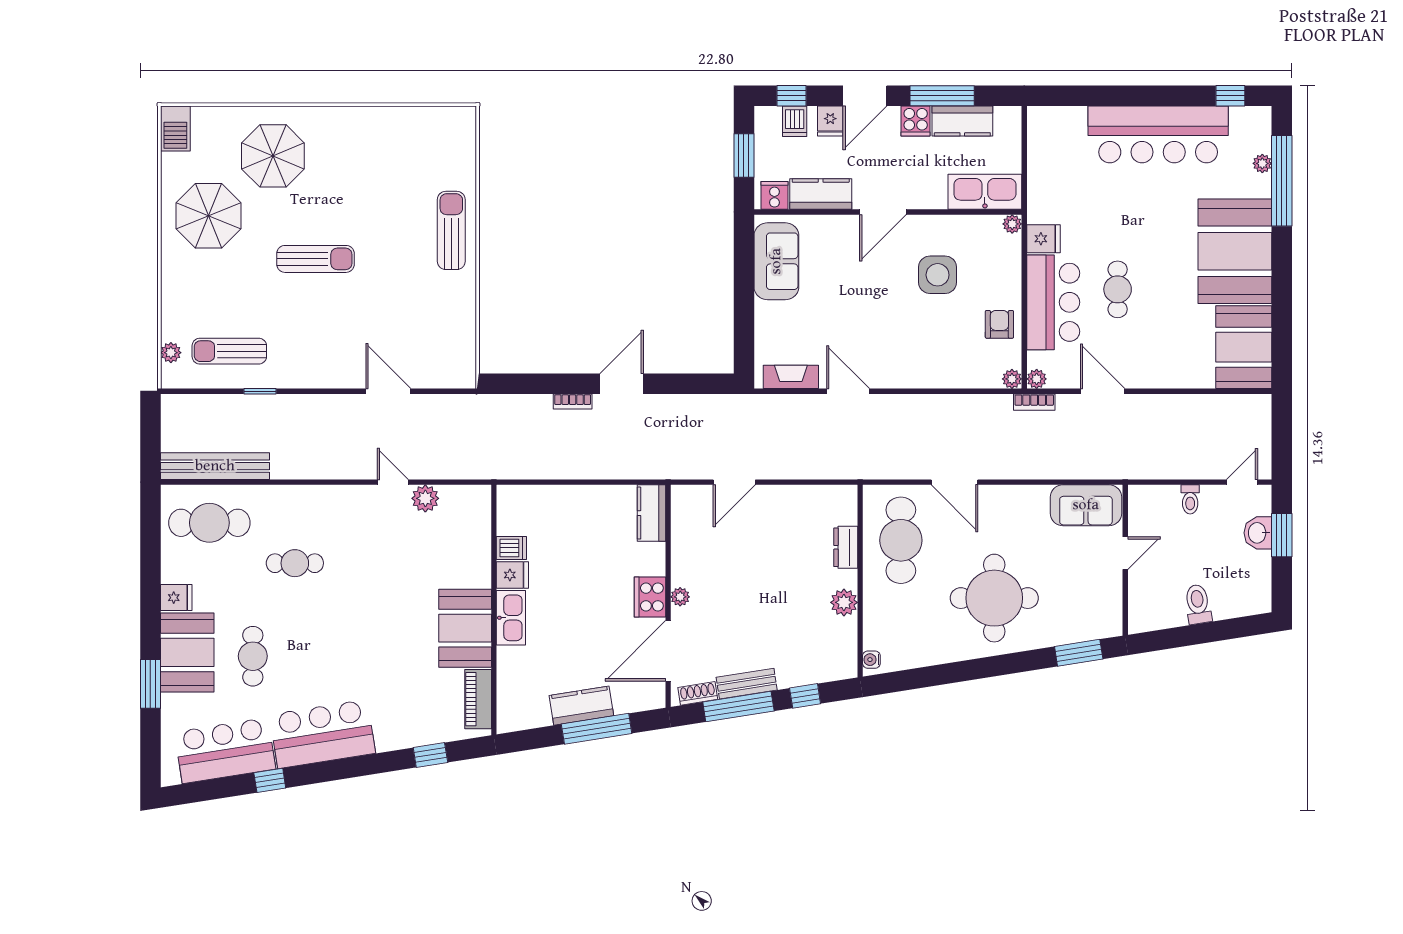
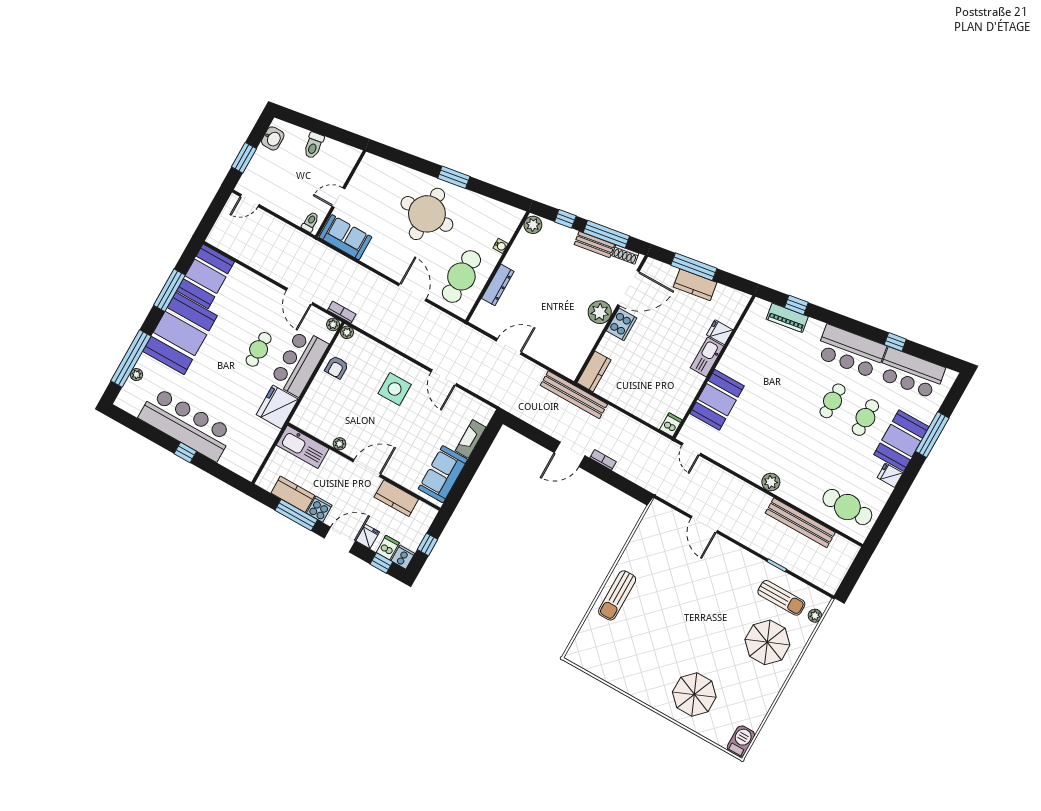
window: (1230, 96) -> (185, 452), moved
window: (744, 156) -> (427, 544), width x0.67
cooker: (774, 195) -> (403, 557), moved, turned 180
parasol: (209, 216) -> (767, 642), moved
plant: (1012, 224) -> (339, 444), moved
fridge: (1044, 239) -> (277, 407), width x1.88, depth x1.34
sun lounger: (316, 259) -> (703, 623), removed
side table: (938, 275) -> (395, 389), moved
window: (1282, 301) -> (169, 290), added
fireplace: (791, 377) -> (471, 439), moved, turned 90
bench: (215, 466) -> (800, 523), moved
bench: (661, 467) -> (574, 395), added
door: (393, 482) -> (691, 449), moved
door: (734, 482) -> (509, 347), moved
plant: (425, 498) -> (771, 482), moved
toilet: (1190, 499) -> (310, 222), moved
washbasin: (1258, 533) -> (273, 138), moved
dresser: (846, 547) -> (498, 285), width x1.44
dishwasher: (511, 548) -> (671, 425), moved, turned 90
cafe table: (295, 563) -> (833, 401), moved, turned 90
fridge: (512, 575) -> (720, 332), moved
plant: (680, 597) -> (600, 312), width x1.87, depth x1.87
plant: (844, 602) -> (533, 225), moved
booth: (465, 628) -> (717, 400), moved
window: (1079, 653) -> (454, 177), moved
water cooler: (871, 660) -> (501, 246), moved
window: (150, 684) -> (932, 435), width x1.44
piano: (478, 699) -> (787, 318), moved, turned 81

